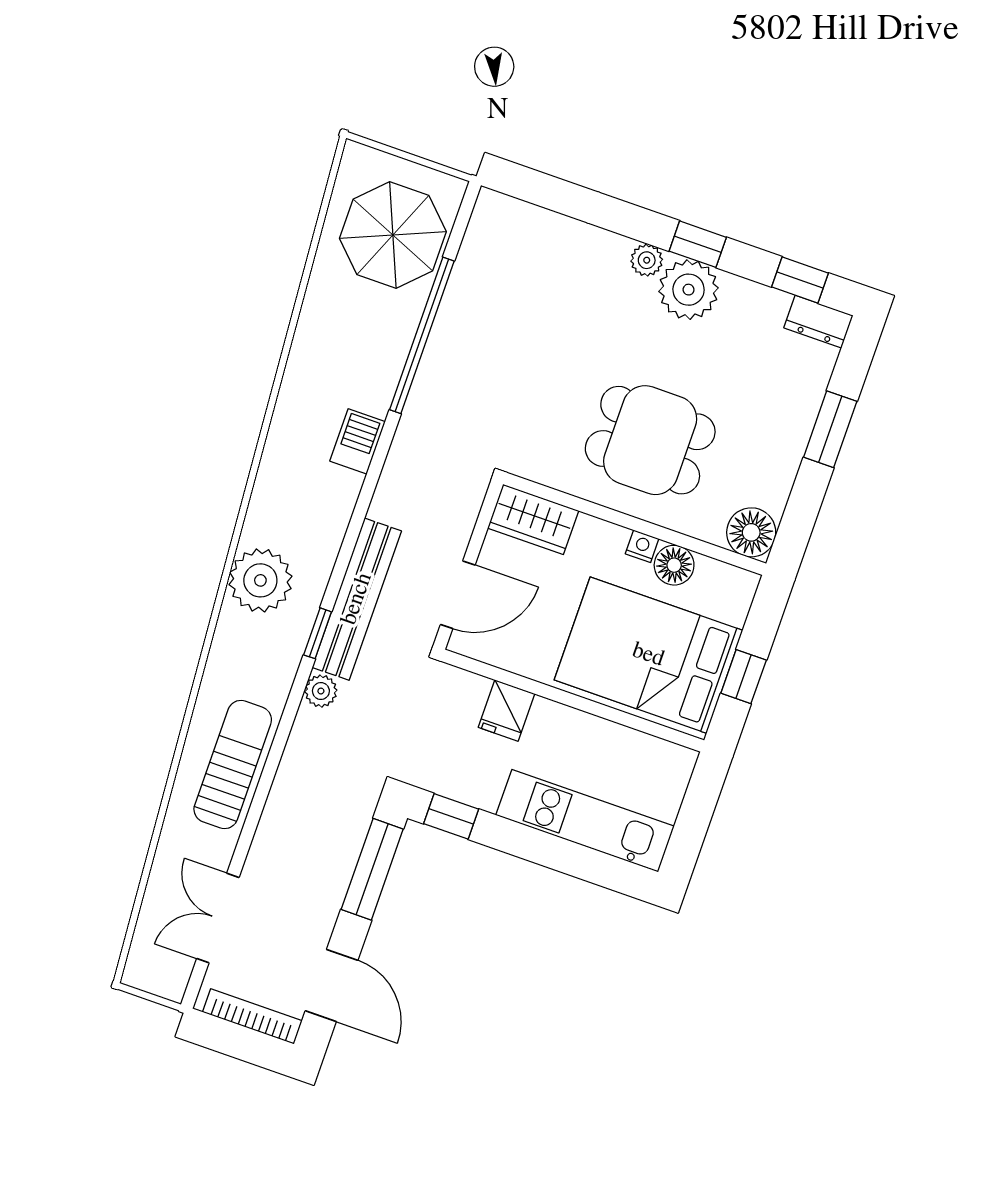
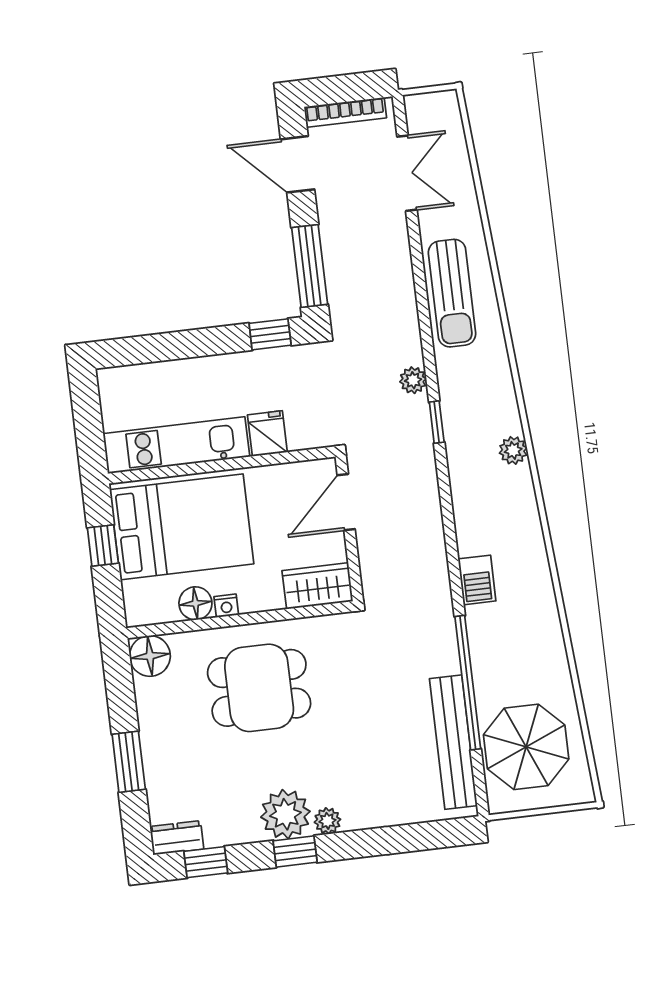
plant: (260, 580) -> (513, 450), width x0.53, depth x0.53
bench: (357, 599) -> (453, 742), moved
kitchen unit: (585, 821) -> (176, 445), moved, turned 180

